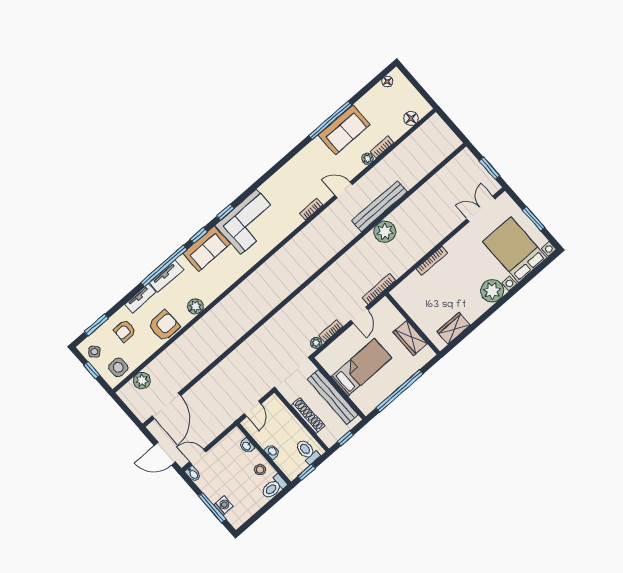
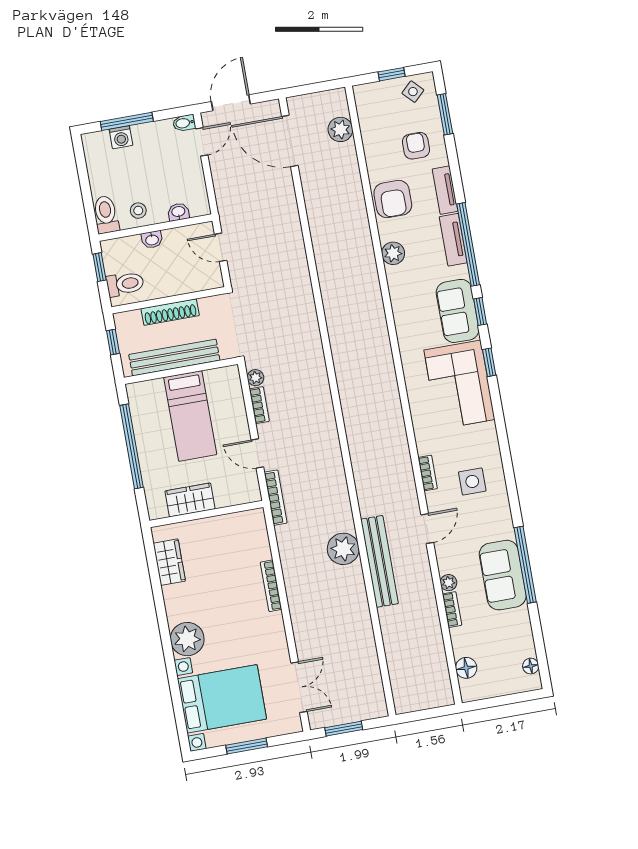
side table: (118, 367) -> (472, 481), moved

